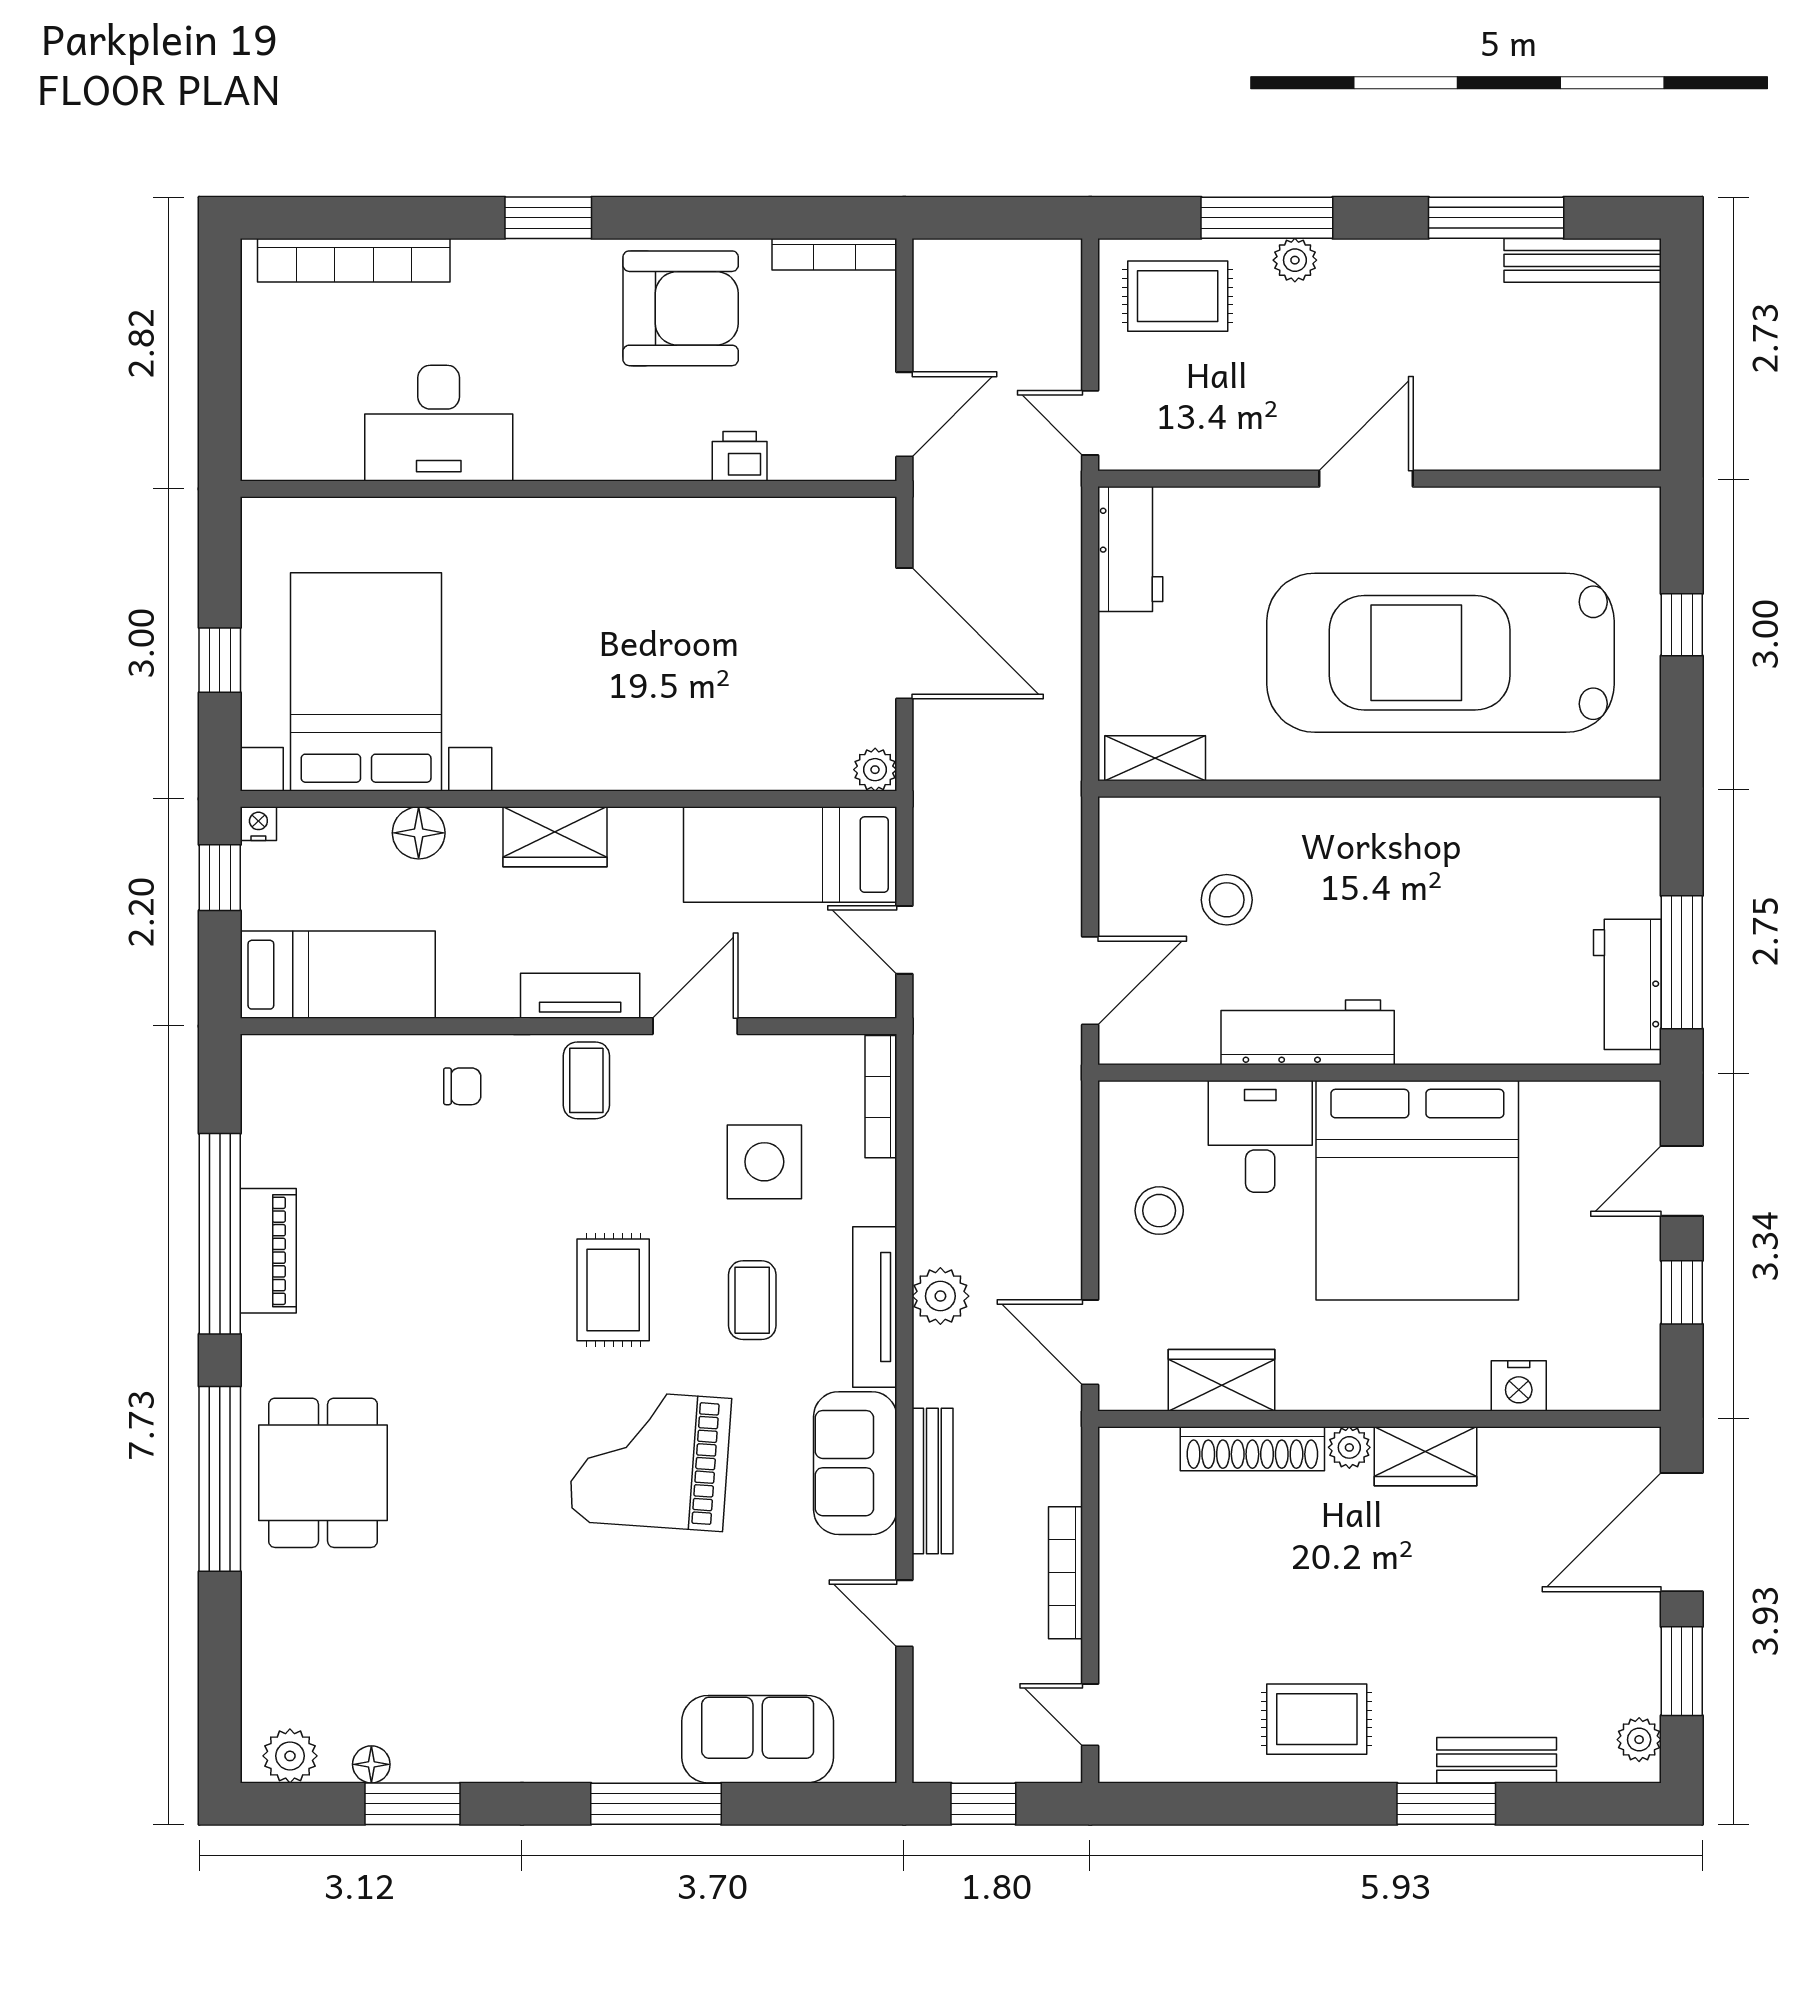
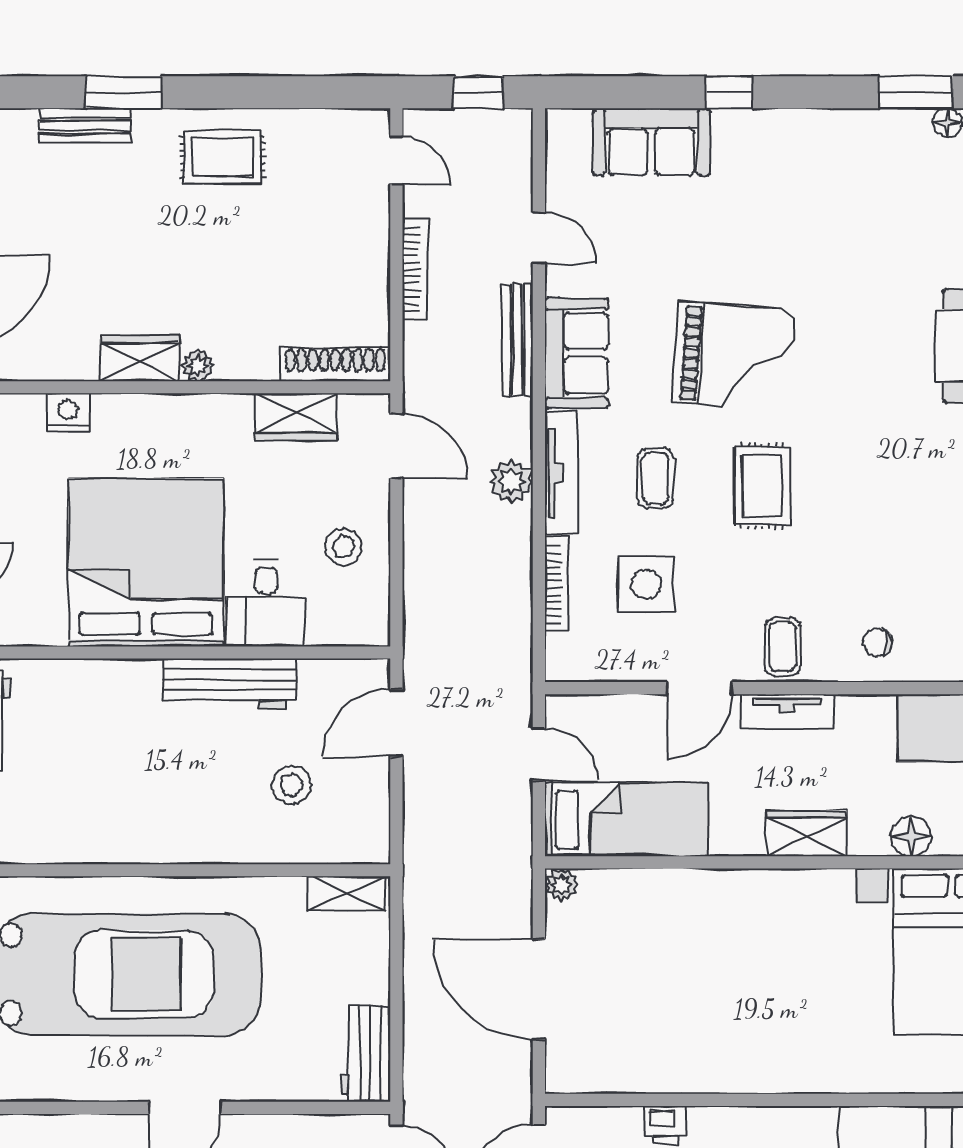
bookcase: (881, 1097) -> (557, 585), moved
shoe rack: (1252, 1449) -> (335, 364), moved
window: (656, 1804) -> (729, 92), width x0.46

